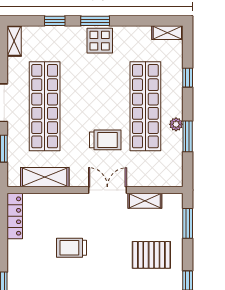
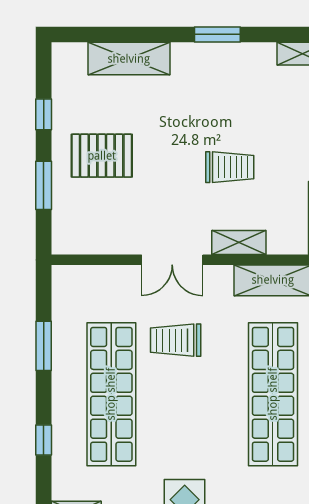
plant: (176, 124) -> (62, 365), removed
shelving: (145, 201) -> (239, 243), moved
window: (188, 223) -> (44, 185), moved

